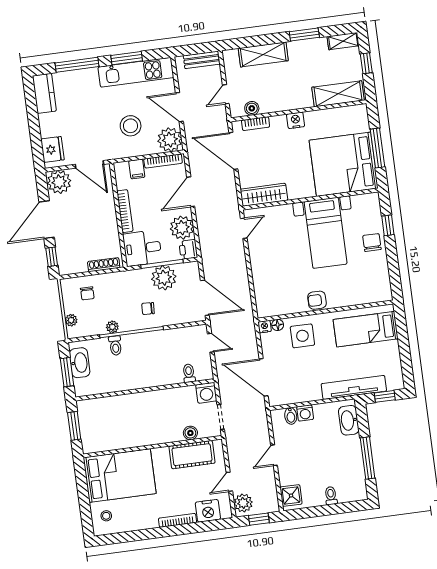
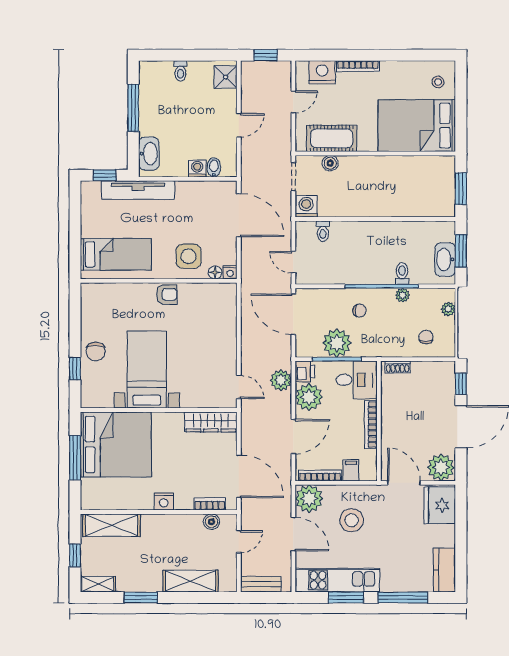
fridge: (52, 149) -> (440, 505), width x1.36, depth x1.34
door: (244, 228) -> (239, 387), swing flipped
shoe rack: (104, 265) -> (398, 367), width x0.70
plant: (243, 503) -> (281, 380), moved

